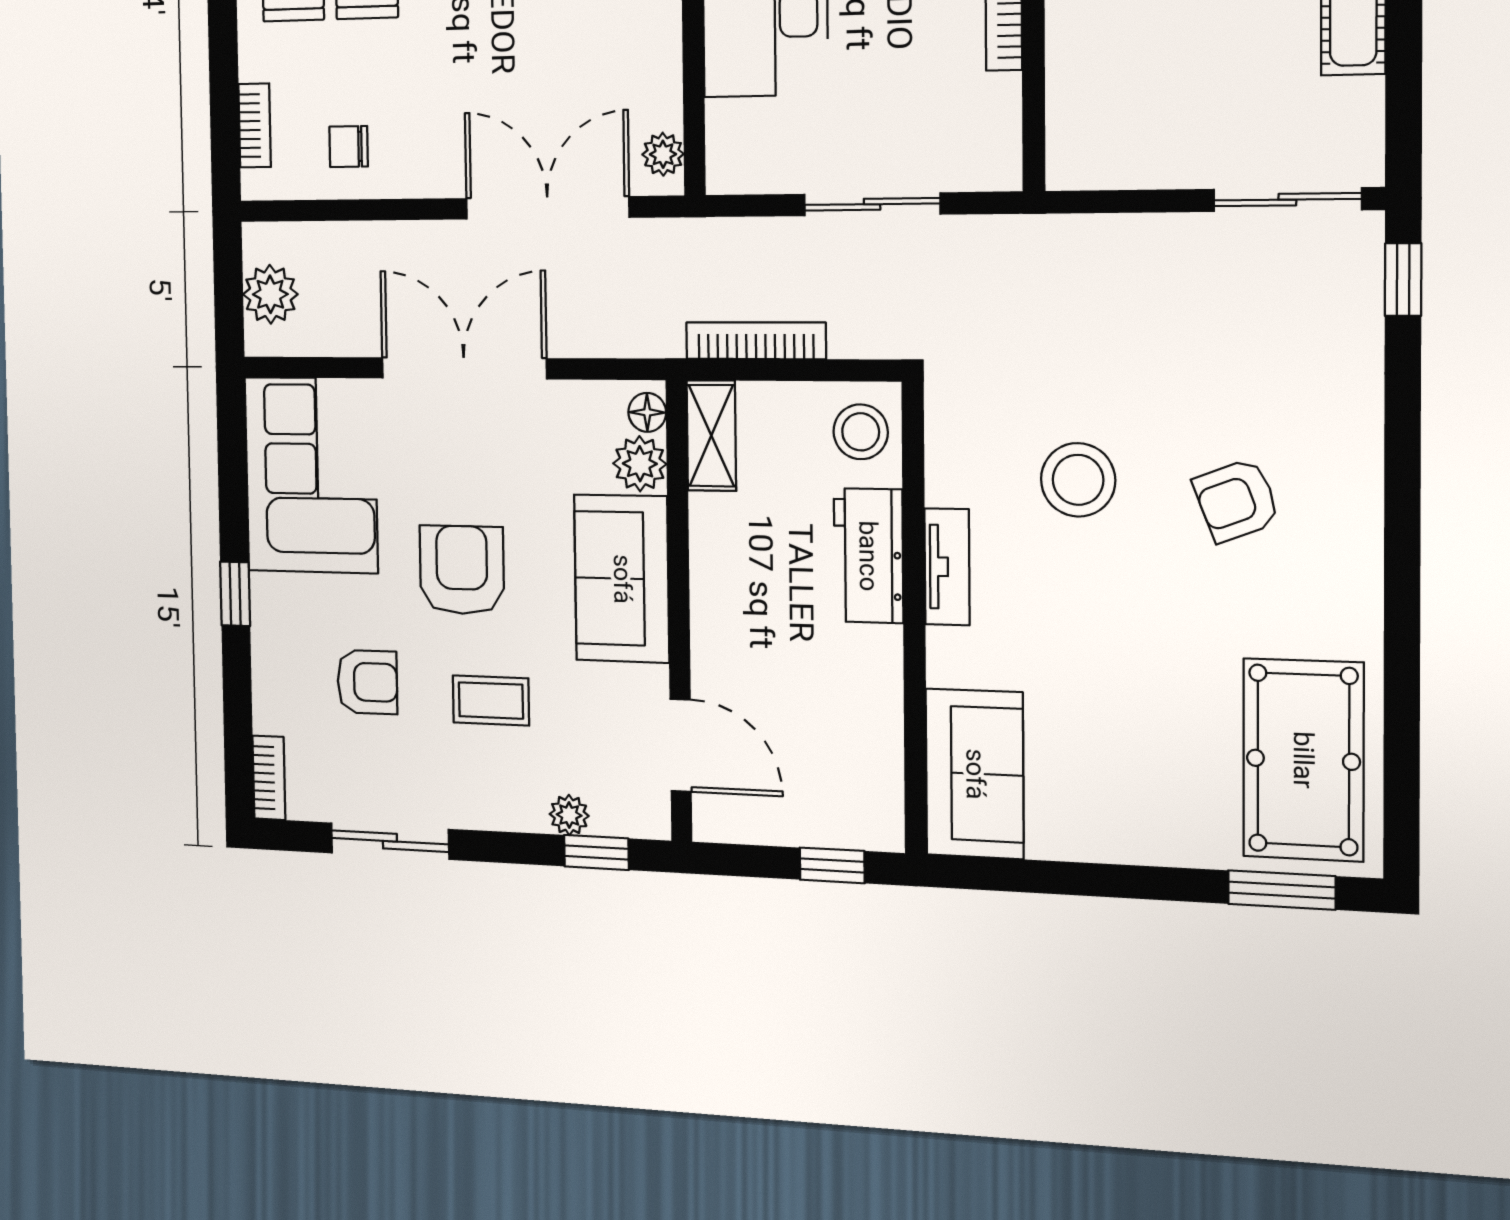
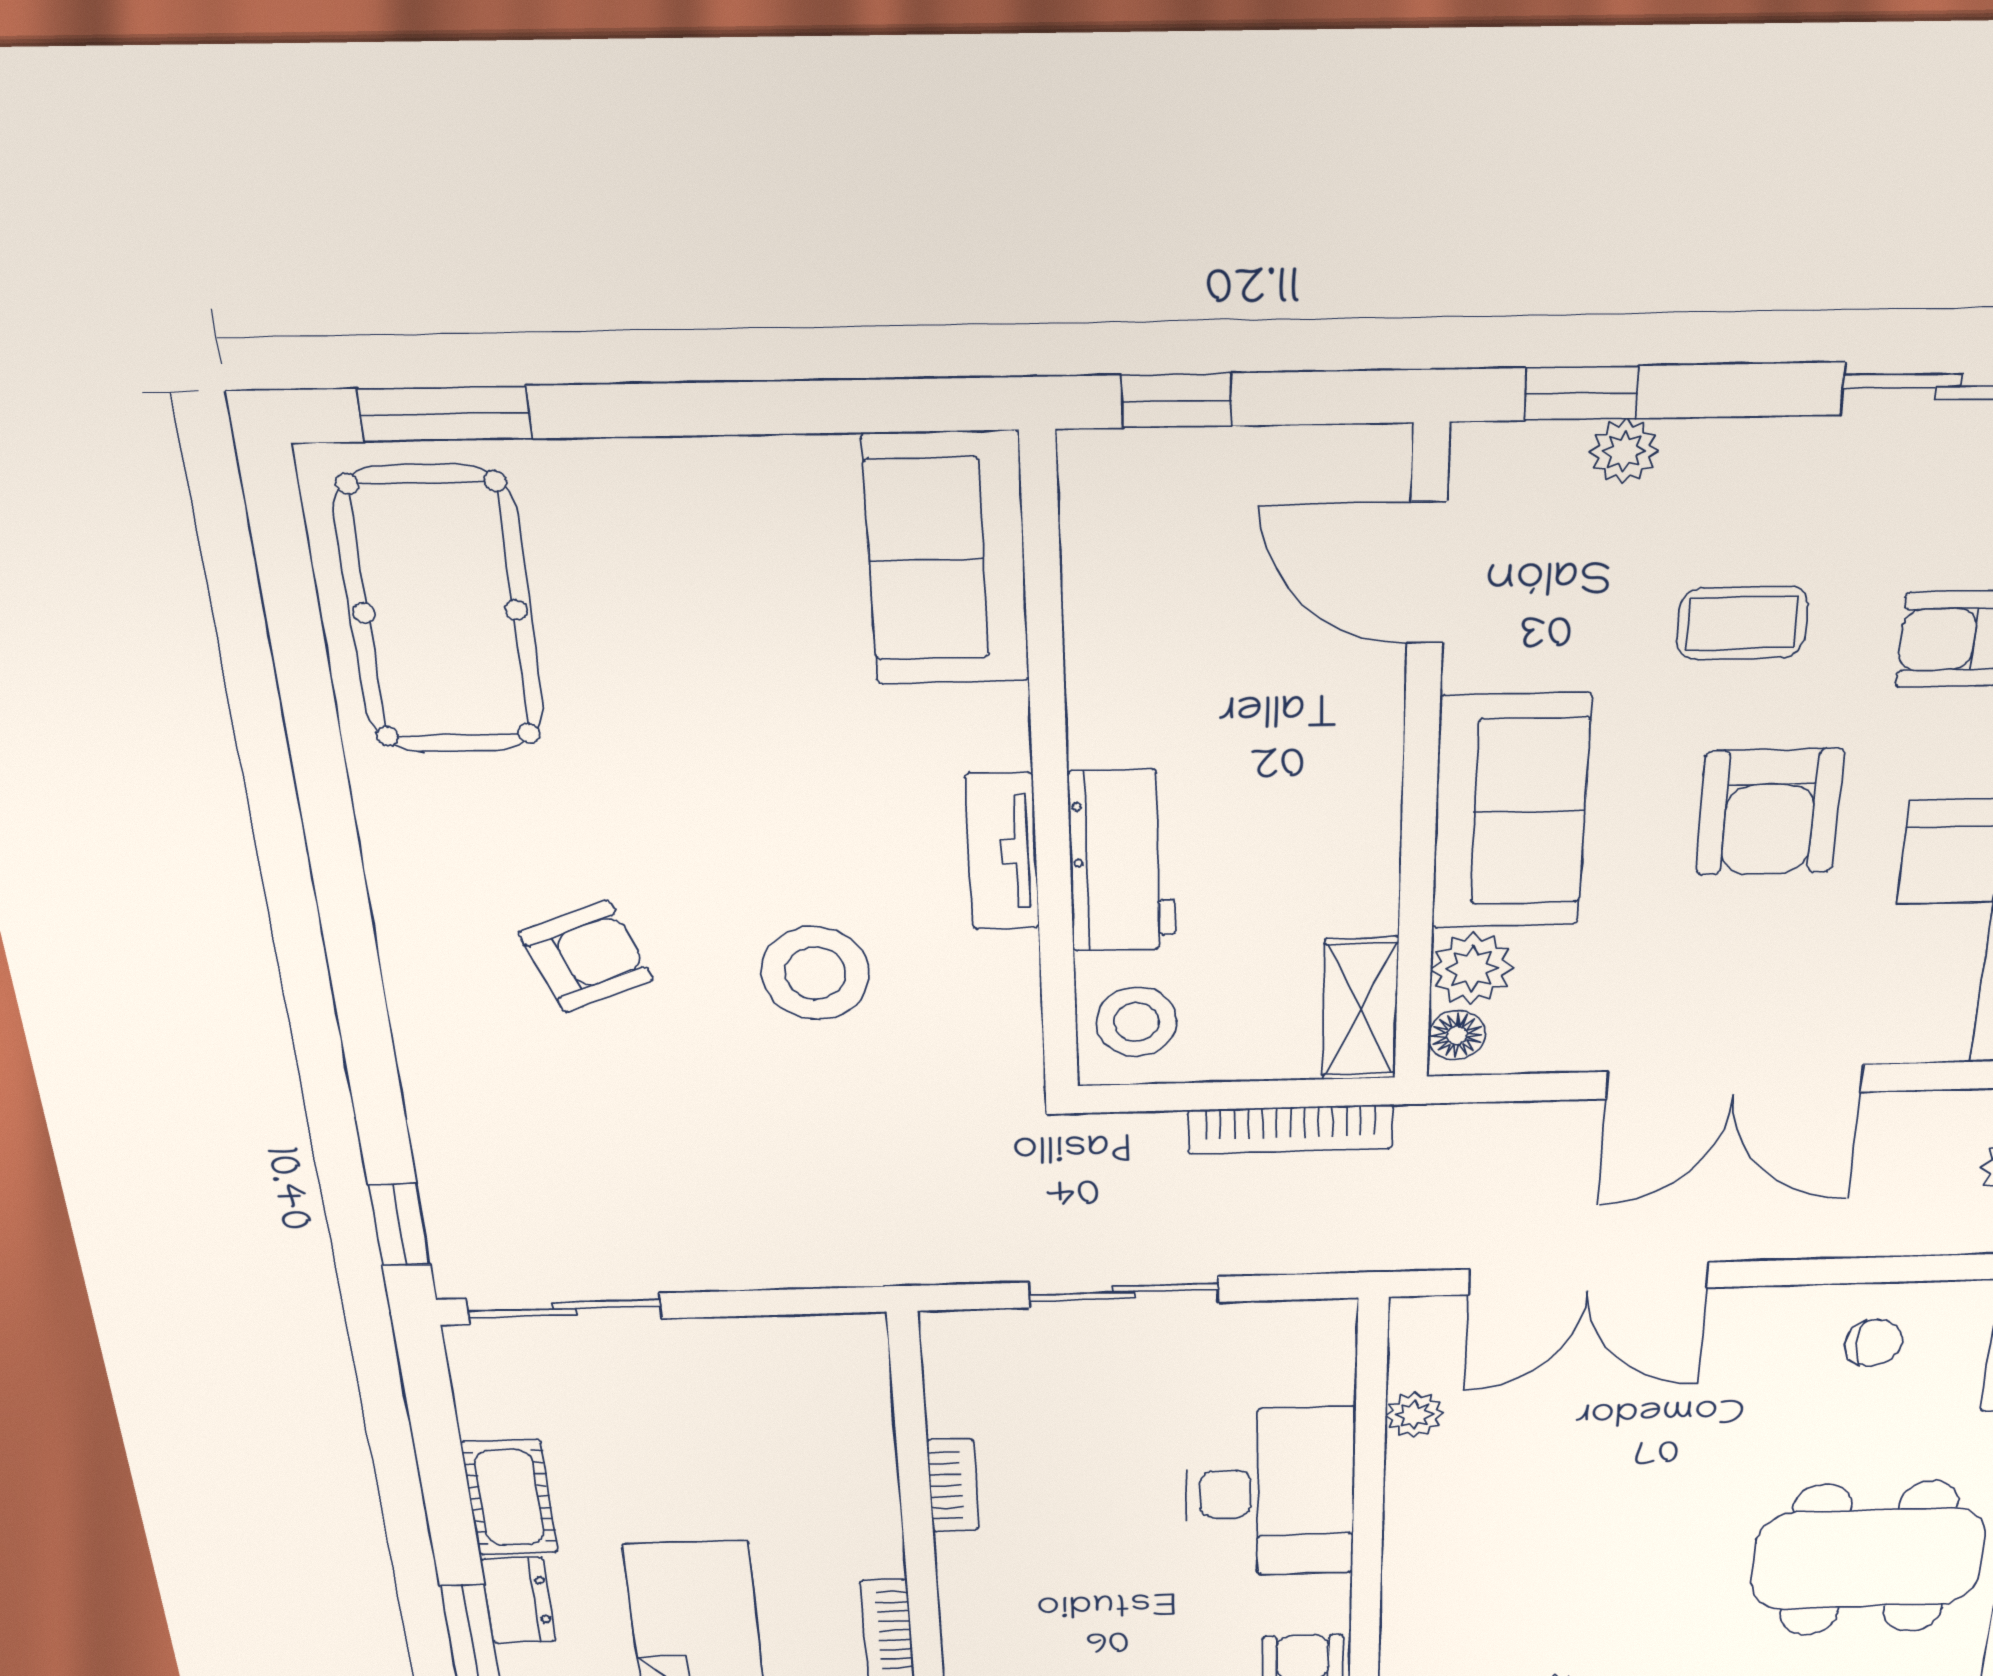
plant: (663, 154) -> (1414, 1415), moved

